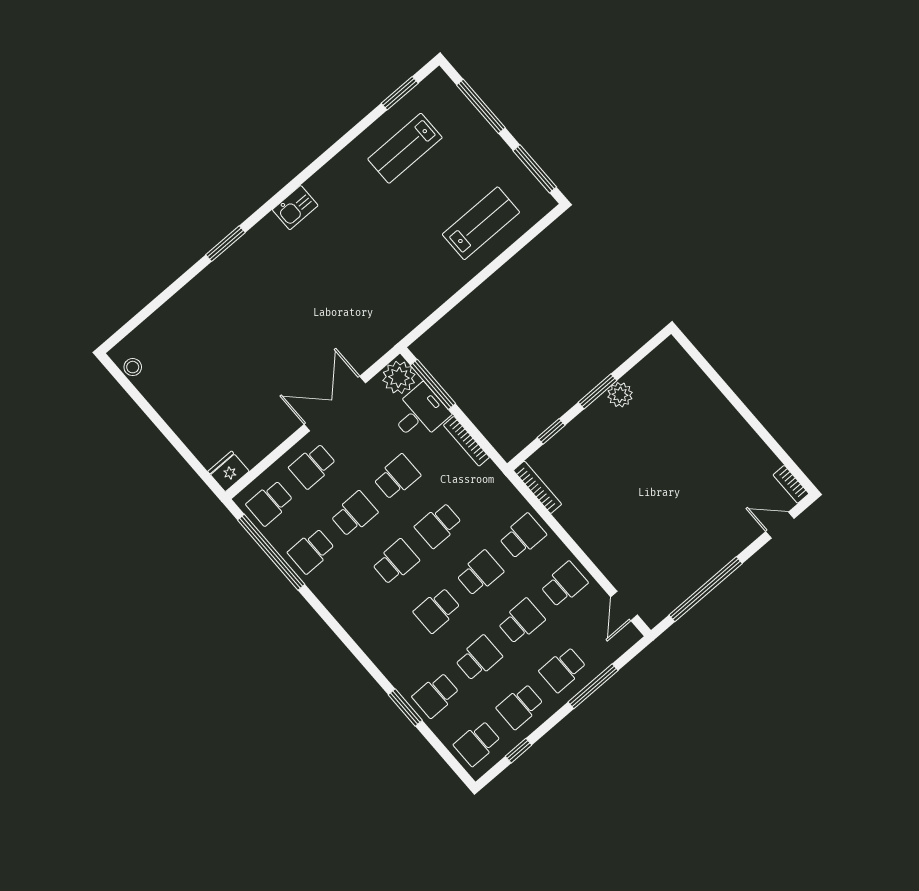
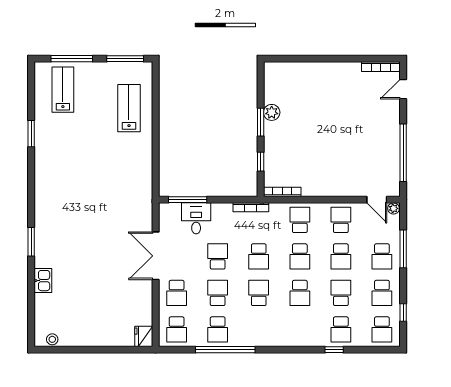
window: (400, 93) -> (31, 134), moved
lab bench: (405, 148) -> (63, 90), moved, turned 180
kitchen sink: (295, 208) -> (43, 281), moved
plant: (399, 377) -> (393, 208), moved, width x0.53, depth x0.53
bookcase: (466, 441) -> (251, 207), moved
bookcase: (791, 484) -> (381, 67), width x1.56
window: (271, 552) -> (225, 350), moved
school desk: (480, 573) -> (300, 256), turned 180
school desk: (521, 621) -> (341, 256), turned 180
window: (405, 708) -> (334, 350), width x0.67

